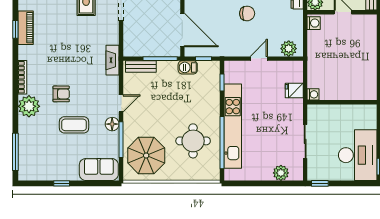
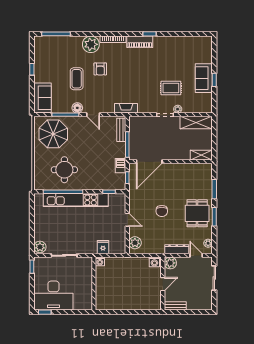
piano: (26, 28) -> (140, 42), moved
plant: (281, 173) -> (40, 247), moved

